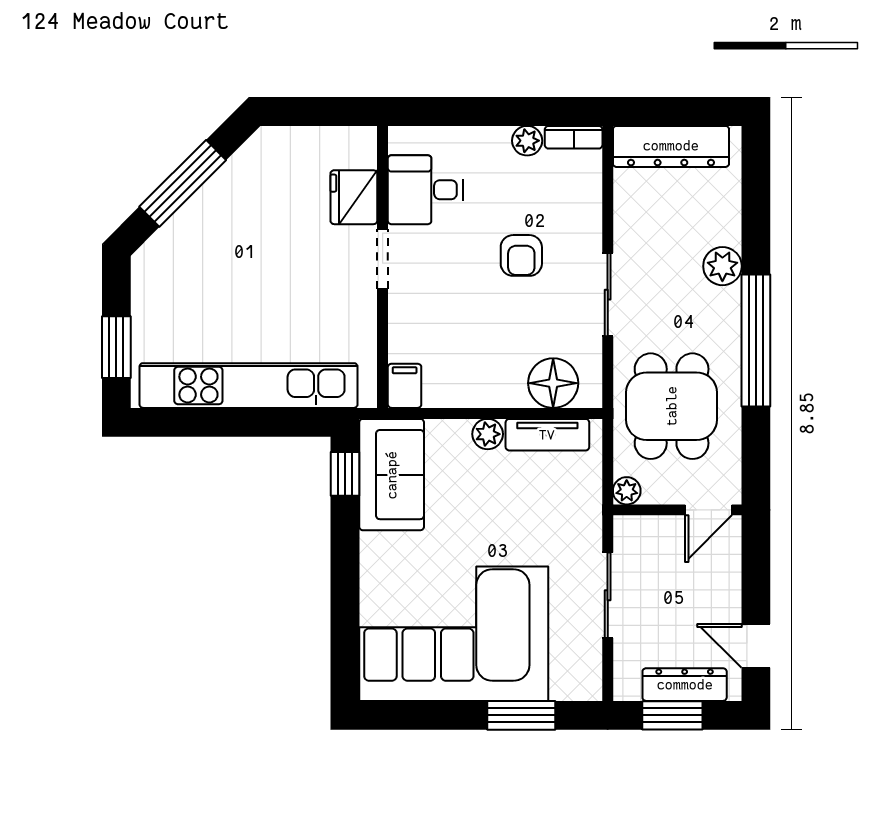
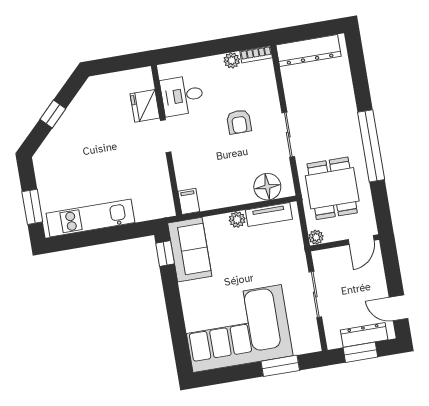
window: (183, 183) -> (53, 114), width x0.46
plant: (722, 266) -> (347, 109), removed
kitchen unit: (249, 386) -> (90, 218), width x0.73

